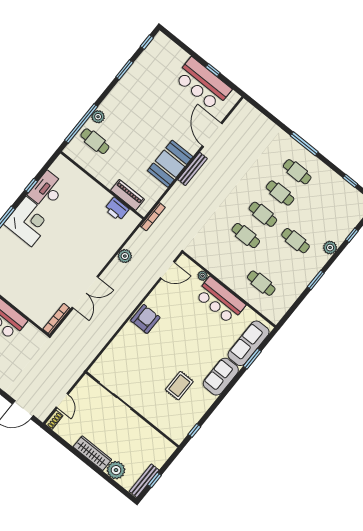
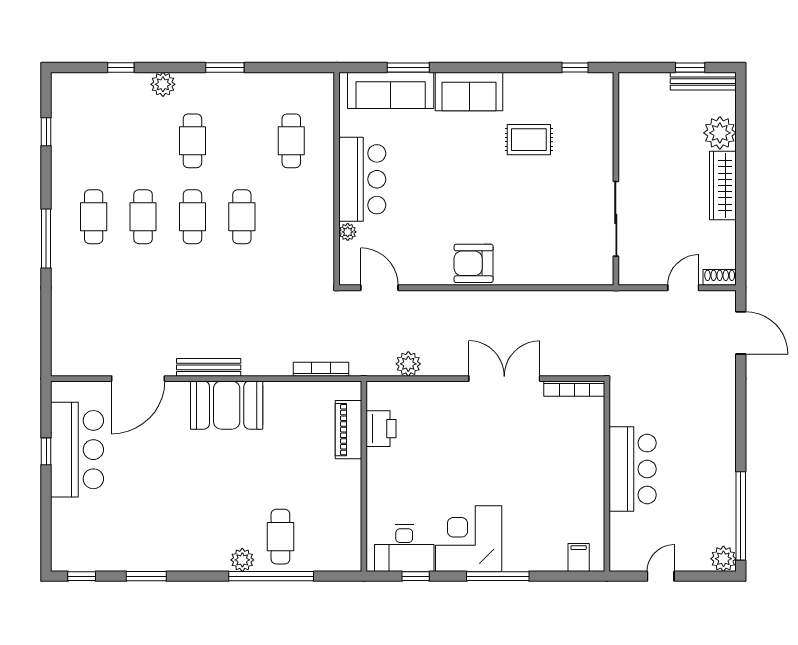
wall: (102, 185) -> (364, 476), moved
piano: (127, 195) -> (349, 430), moved
printer: (117, 209) -> (381, 429), moved

